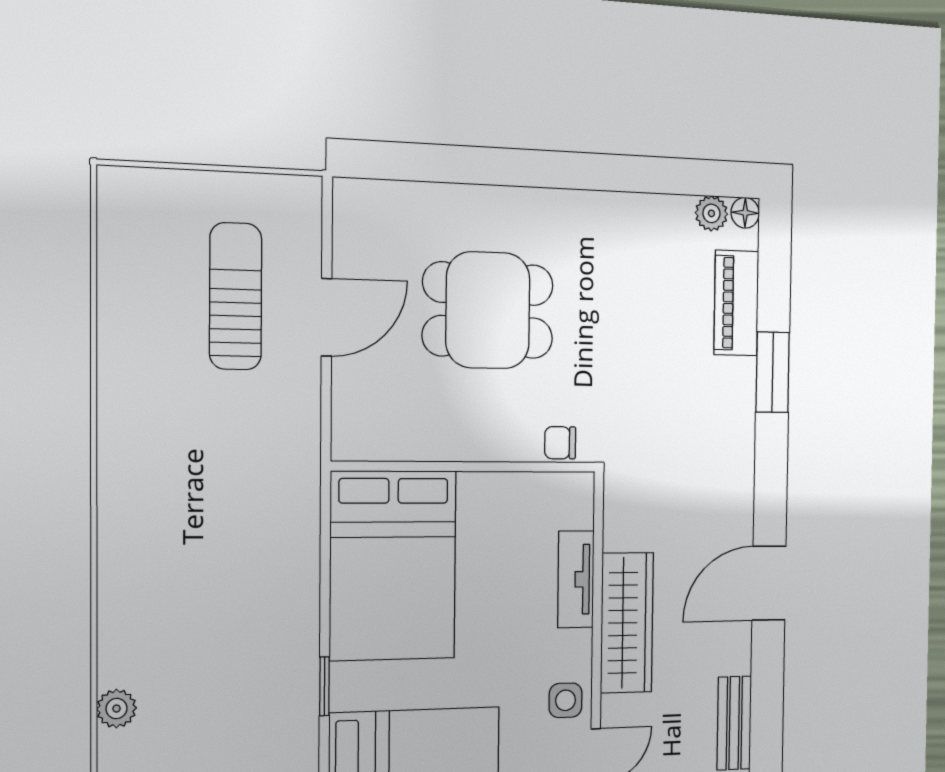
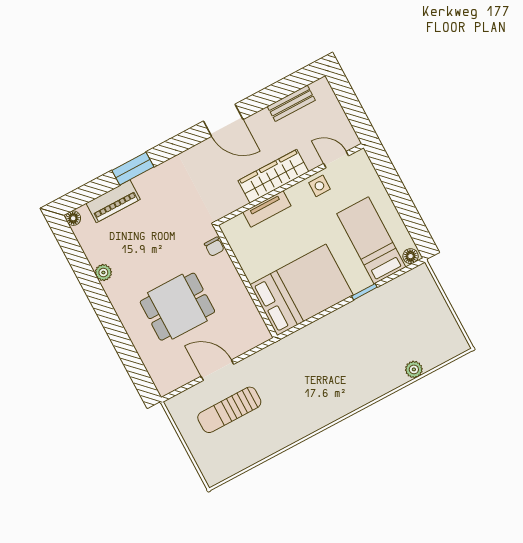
plant: (711, 213) -> (103, 272), moved
dining table: (488, 310) -> (177, 307), turned 90

